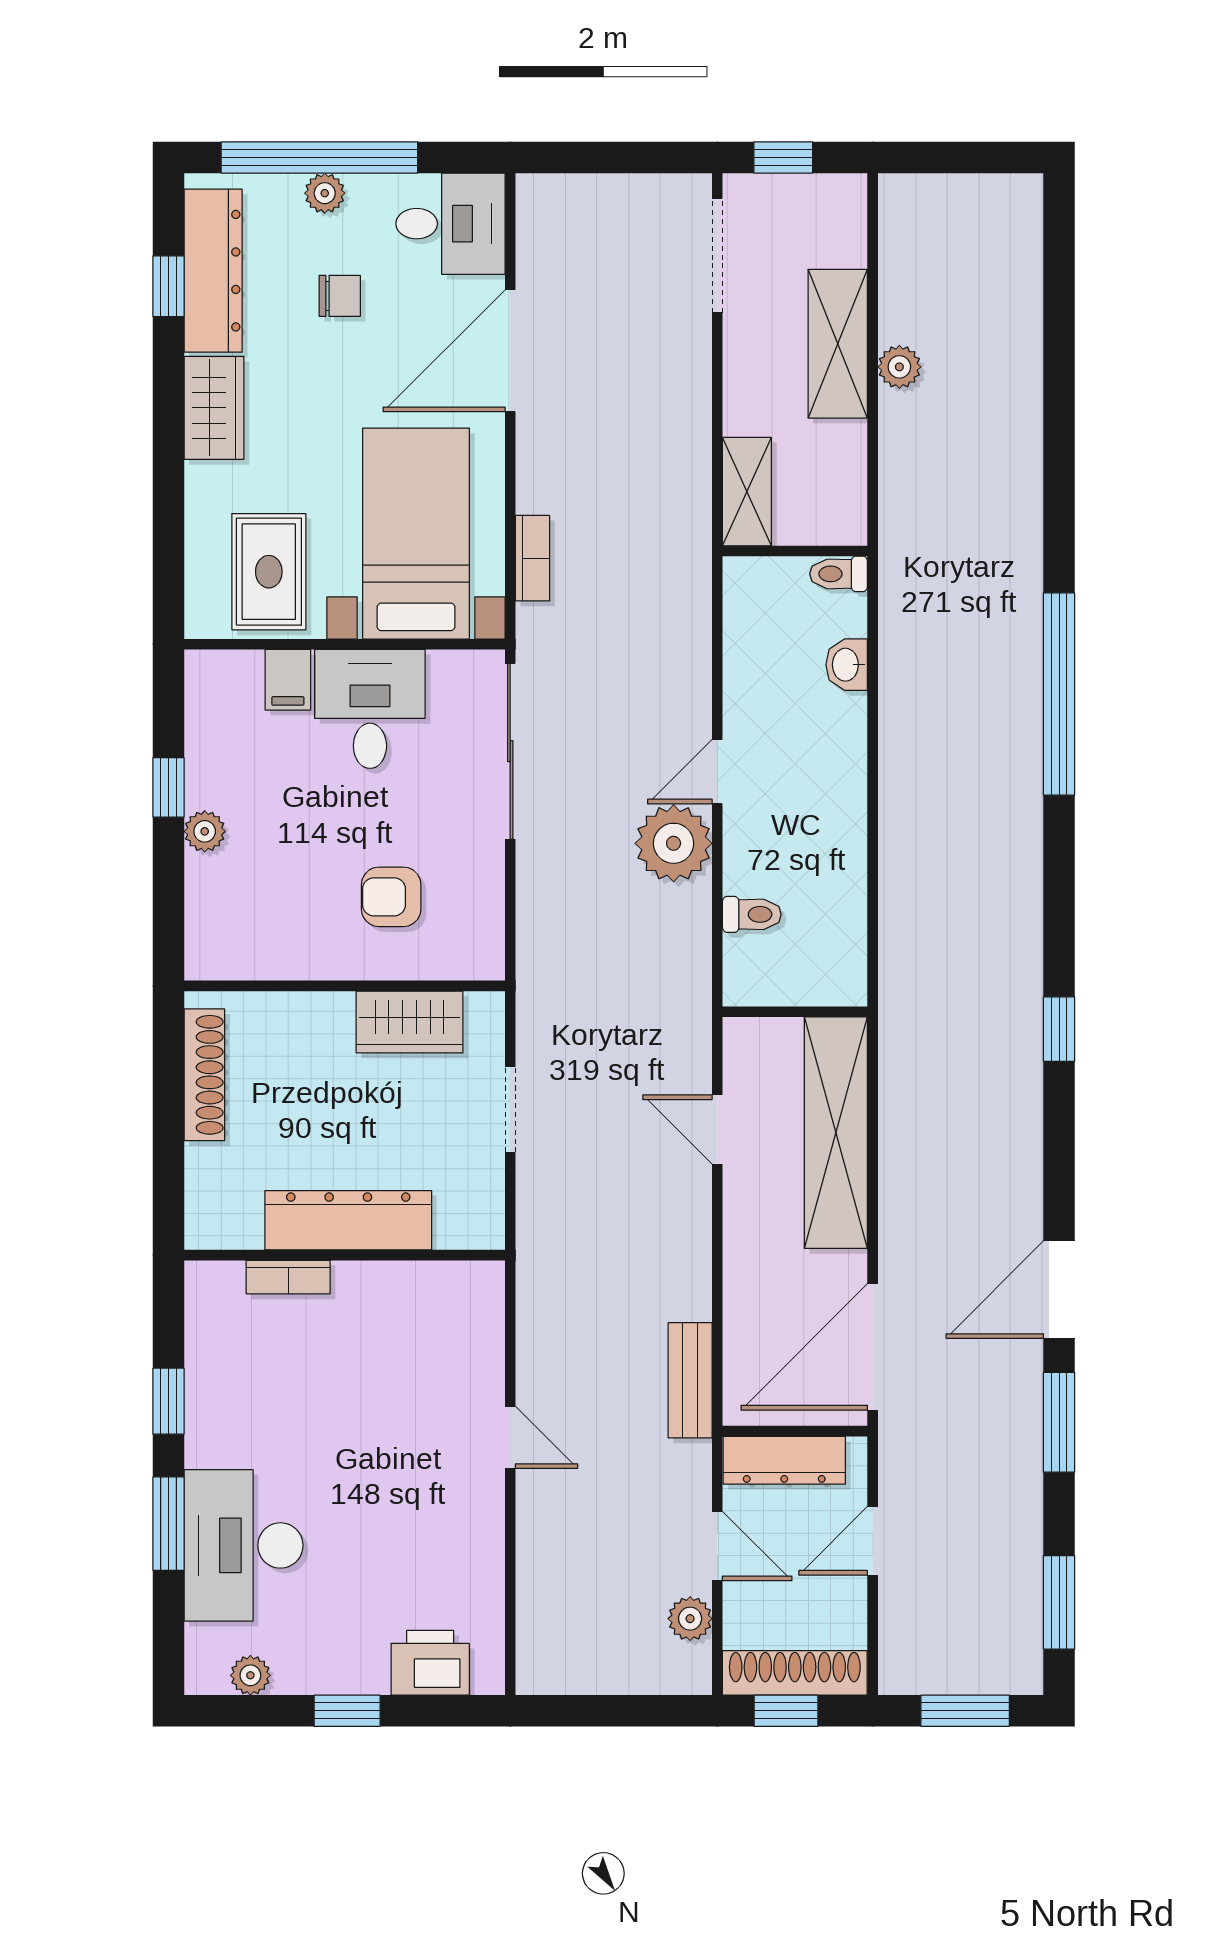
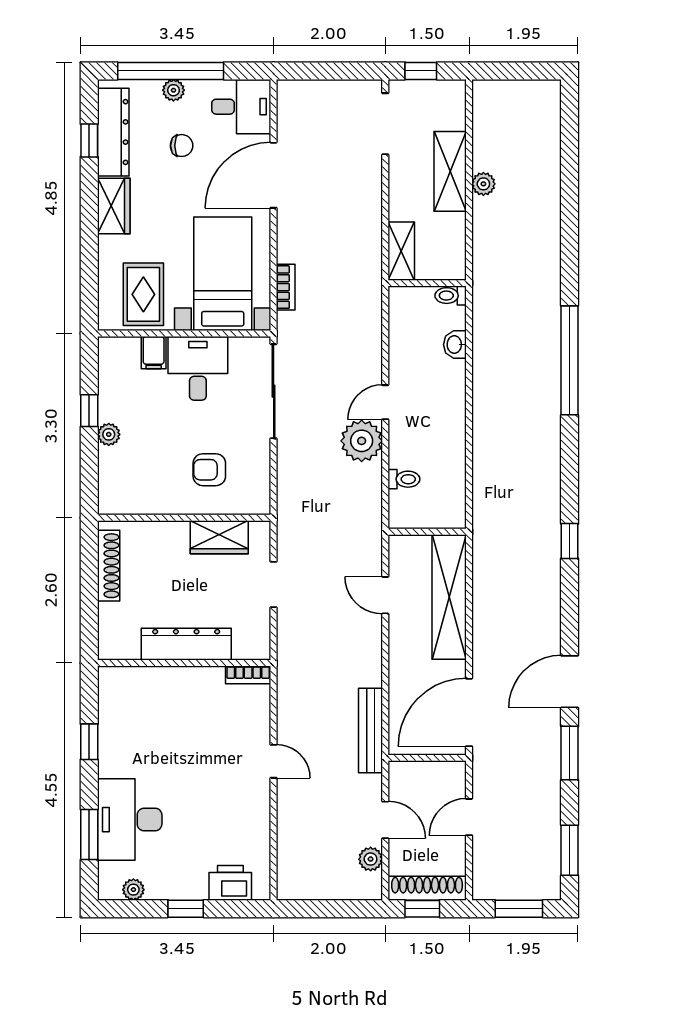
bookcase: (288, 1277) -> (248, 675), moved
bench: (690, 1380) -> (371, 731), width x1.36
dresser: (784, 1460) -> (421, 774), removed
window: (169, 1524) -> (89, 834), moved

